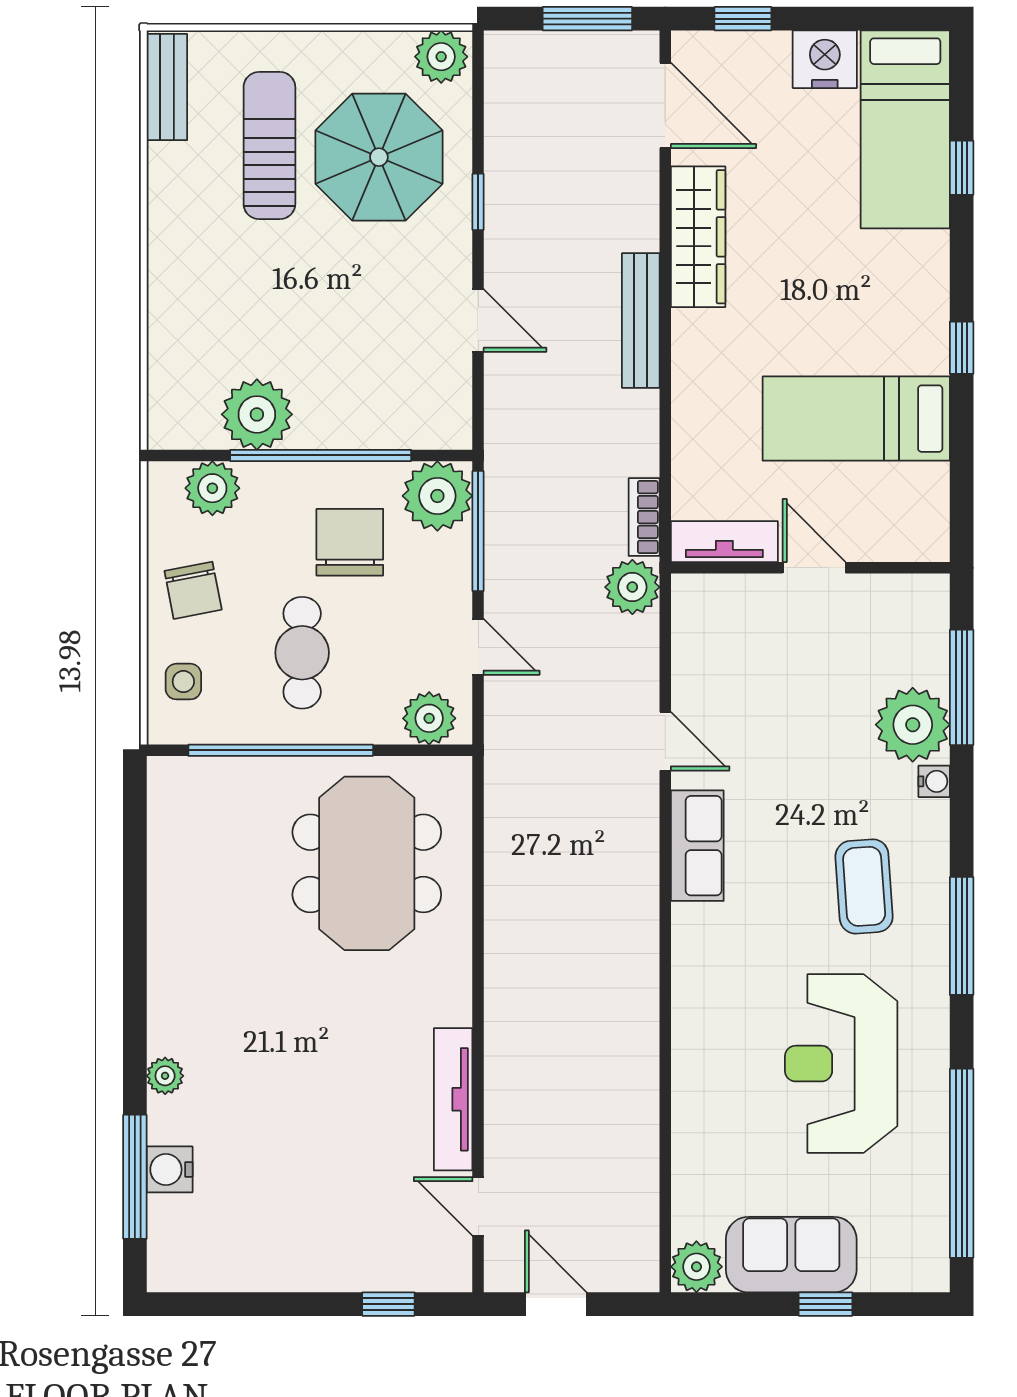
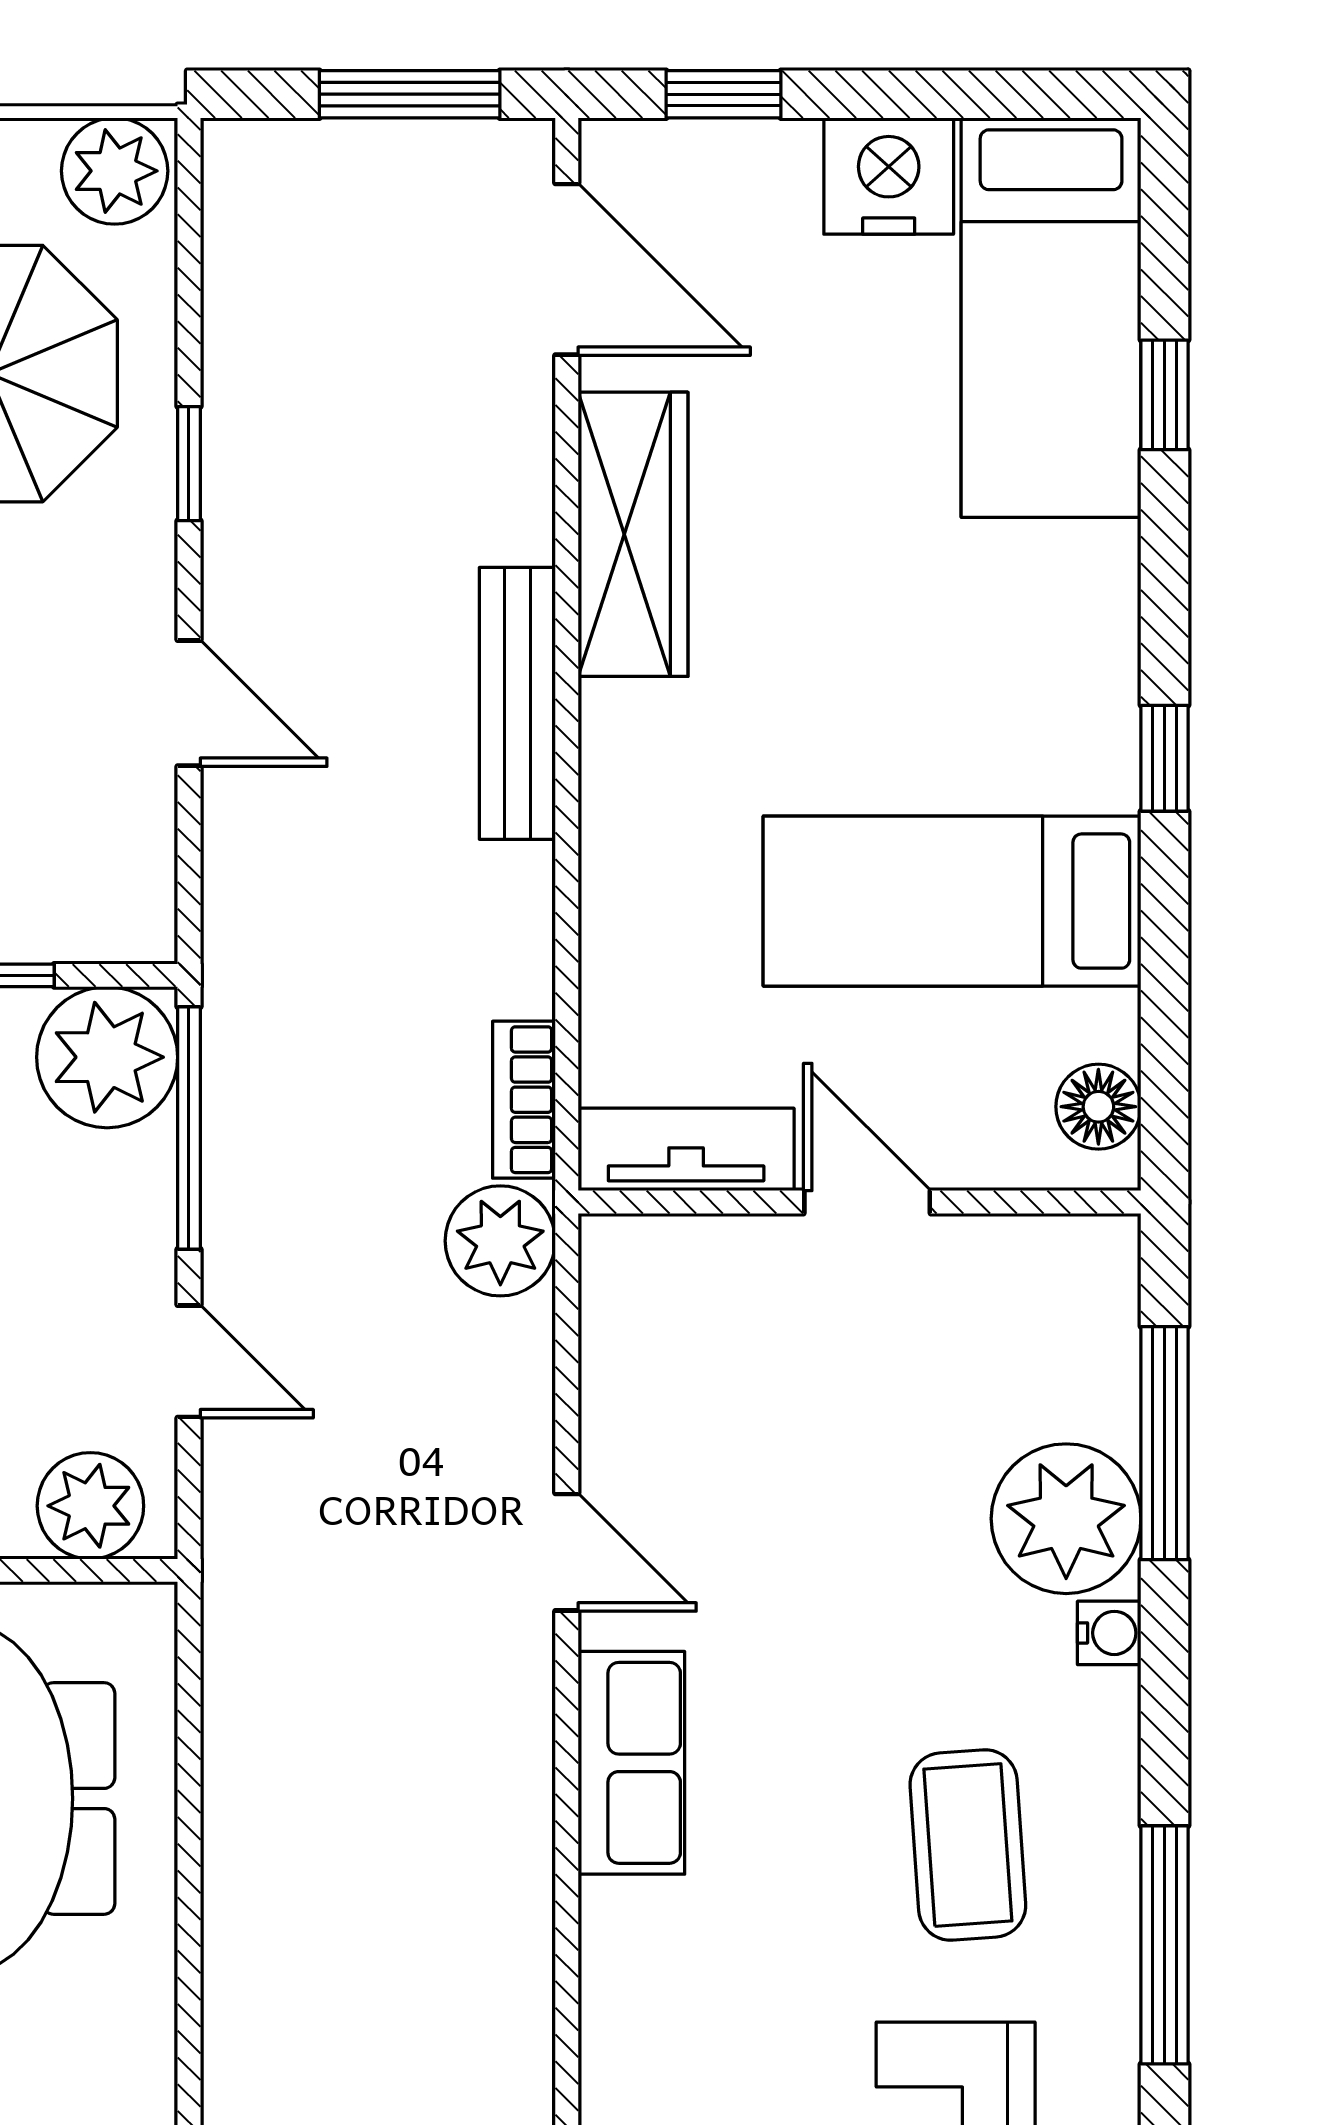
floor lamp: (929, 520) -> (1098, 1107), added

